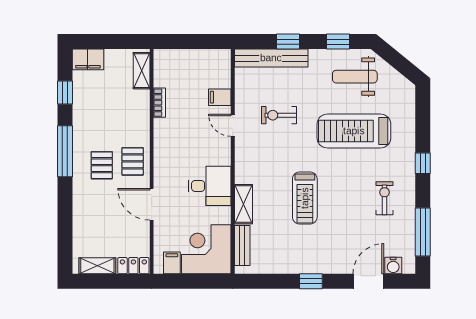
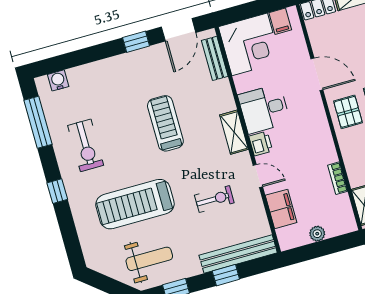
plant: (193, 56) -> (317, 234), added
filing cabinet: (220, 97) -> (281, 209), width x2.00
treadmill: (354, 131) -> (135, 204), turned 180
printer: (222, 155) -> (261, 144), added
exercise bike: (384, 198) -> (86, 145), width x1.38, depth x1.39
shelving: (243, 204) -> (234, 132), moved
door: (368, 281) -> (179, 30), moved

